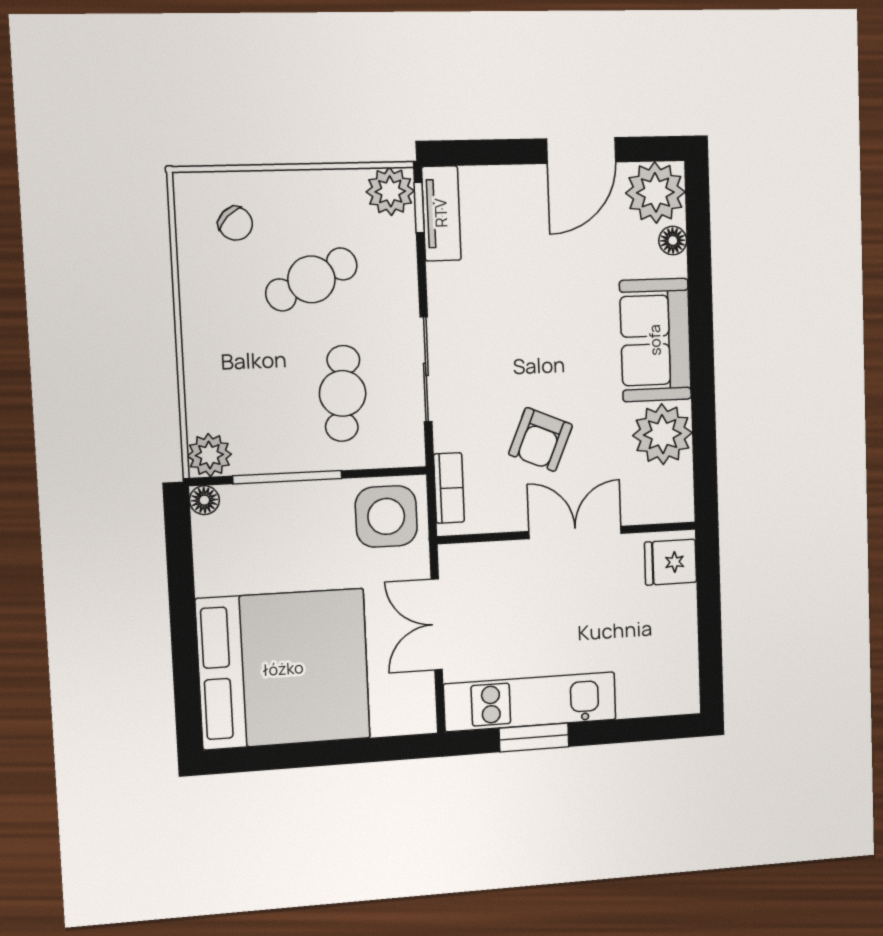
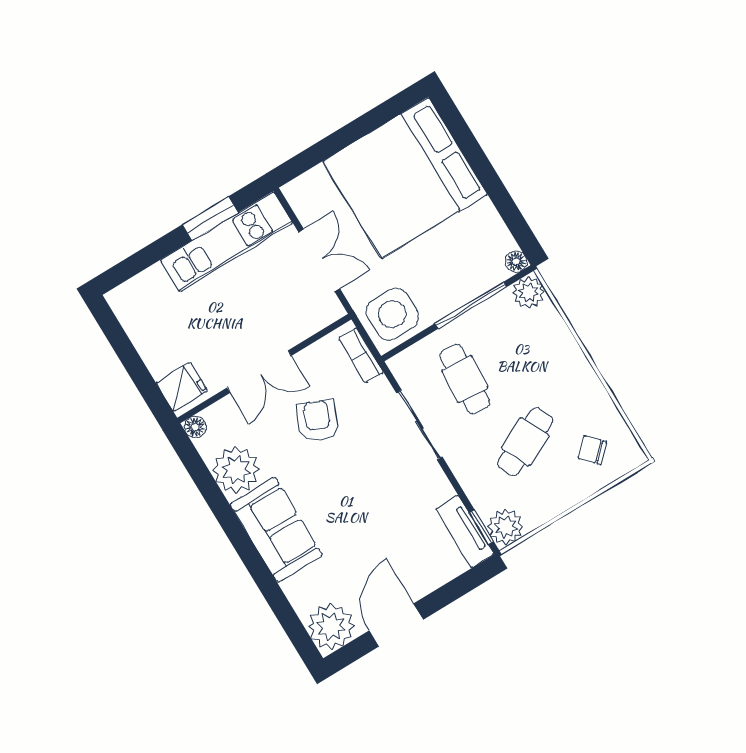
floor lamp: (673, 241) -> (195, 427), moved

